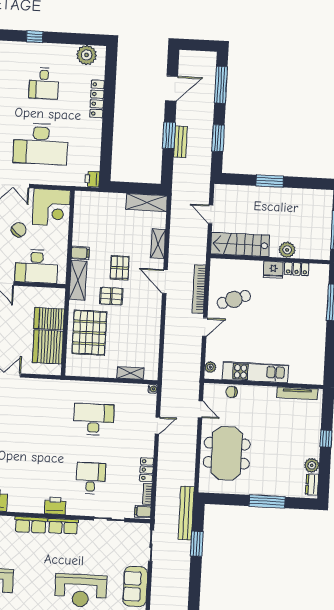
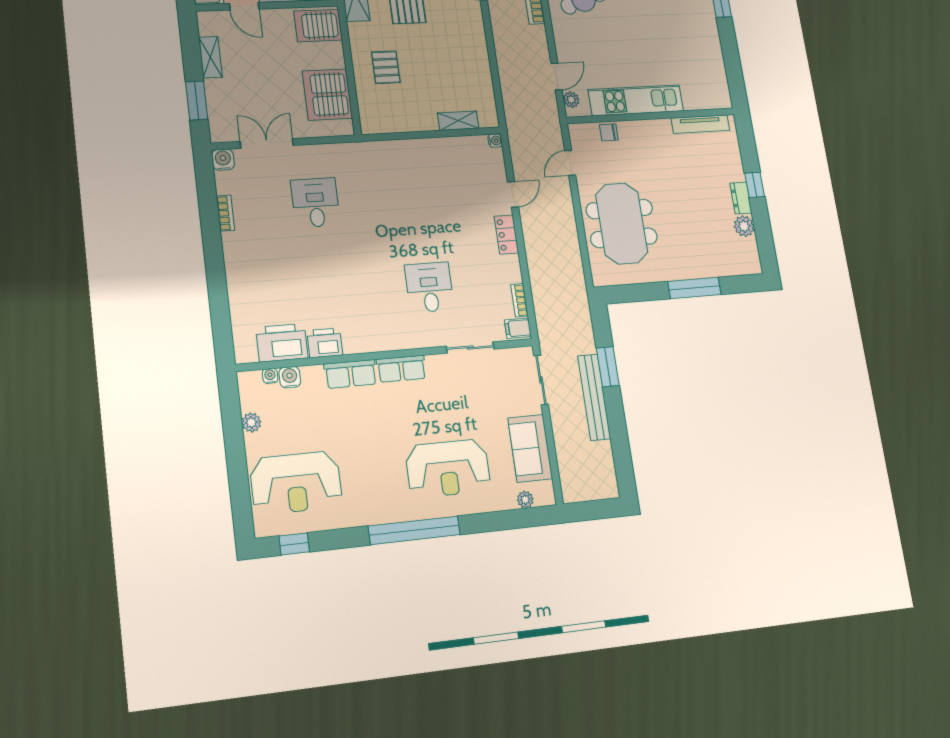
server rack: (49, 319) -> (318, 26), moved
door: (205, 327) -> (556, 77), moved
pallet: (89, 333) -> (386, 67), width x0.49, depth x0.50
door: (200, 409) -> (570, 163), swing flipped
desk: (94, 419) -> (315, 203), moved, width x0.73
locker: (147, 470) -> (506, 235), moved
dresser: (312, 484) -> (741, 198), moved
printer: (55, 506) -> (325, 343), moved
bench: (186, 513) -> (594, 397), moved

